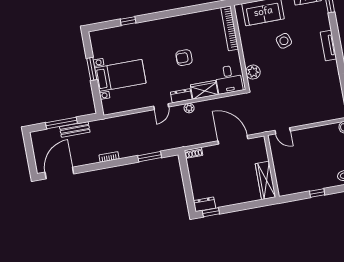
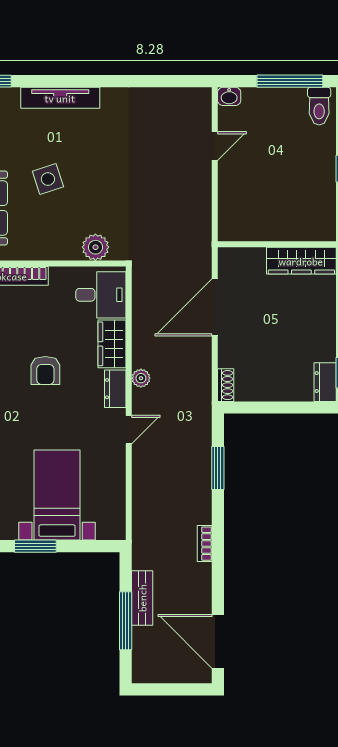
tv unit: (328, 45) -> (60, 98), width x1.41
door: (161, 107) -> (129, 430), hinge flipped
door: (283, 131) -> (215, 146), moved

